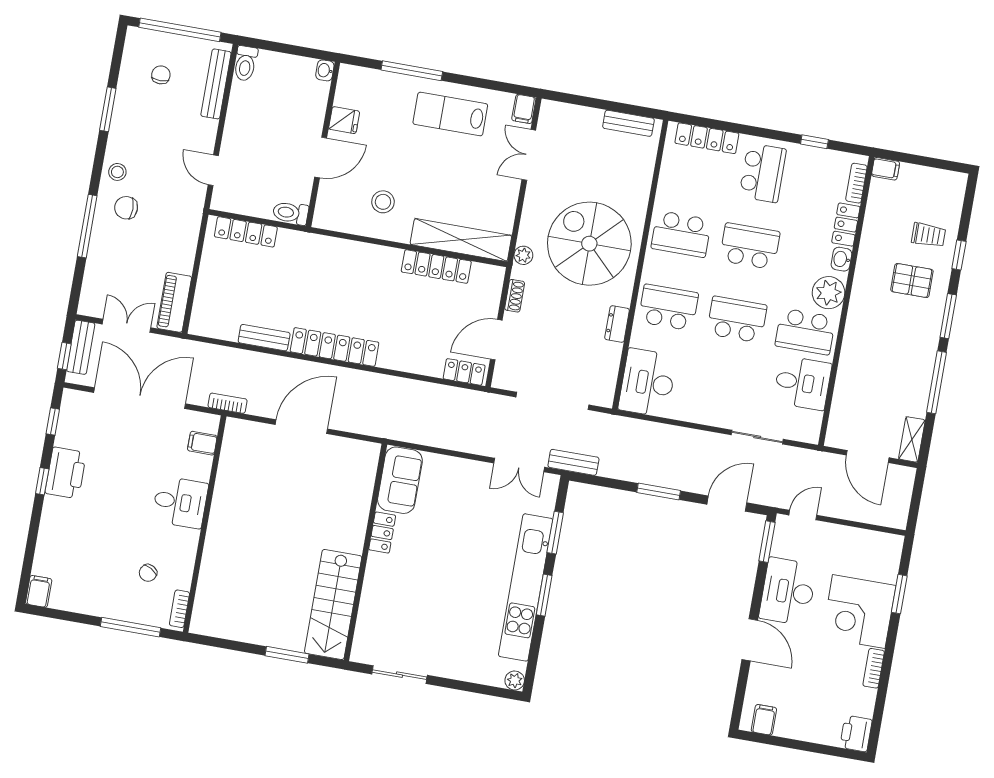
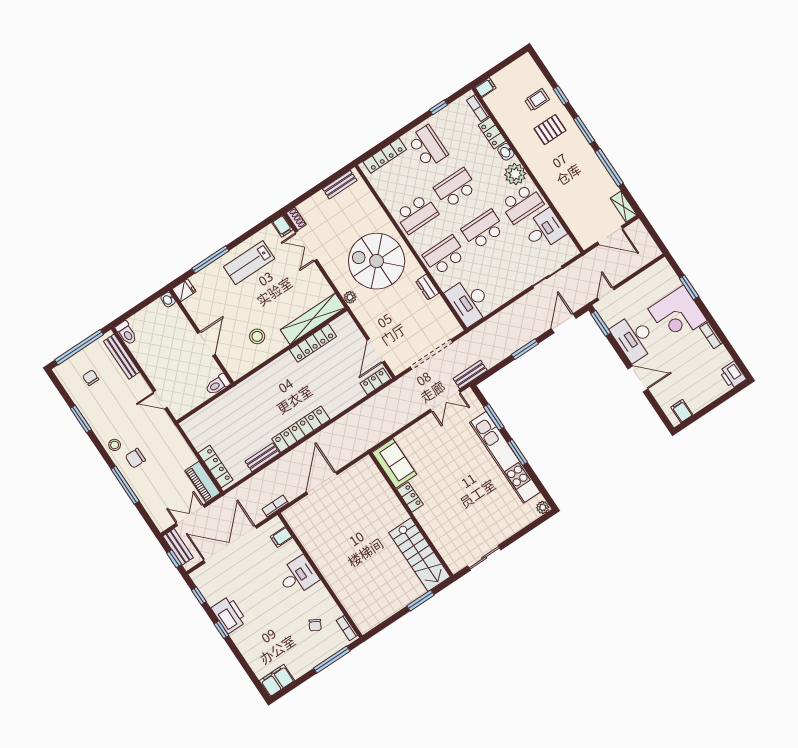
fridge: (344, 120) -> (184, 290), moved
locker: (246, 232) -> (215, 466), moved, turned -90
shoe rack: (515, 296) -> (296, 219), moved
filing cabinet: (39, 591) -> (277, 681), width x2.00

